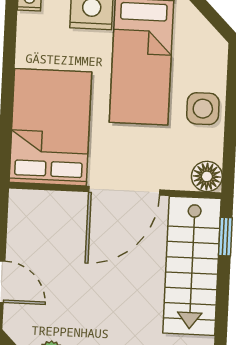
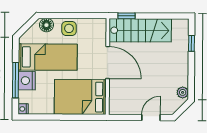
floor lamp: (207, 176) -> (46, 25), moved

